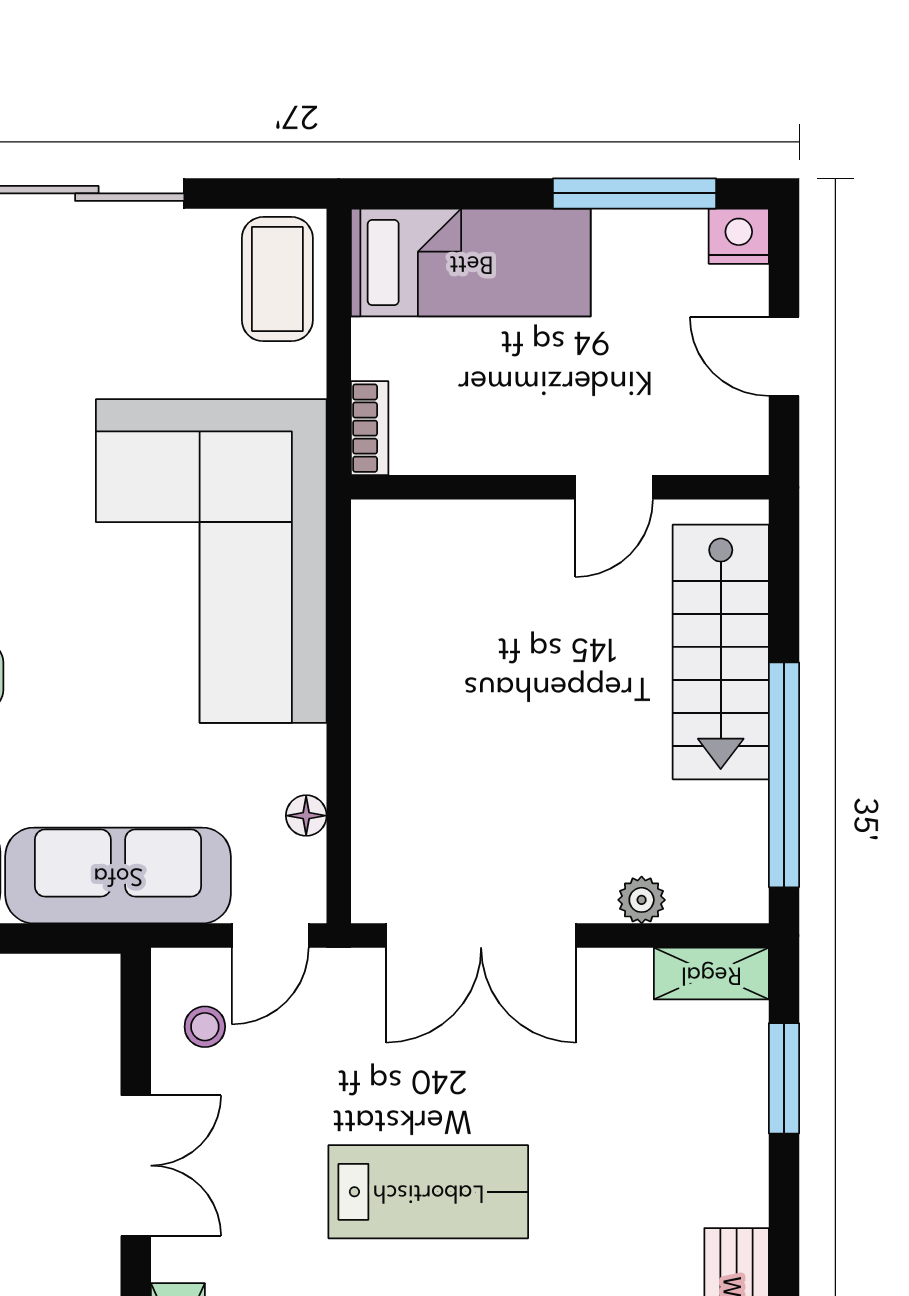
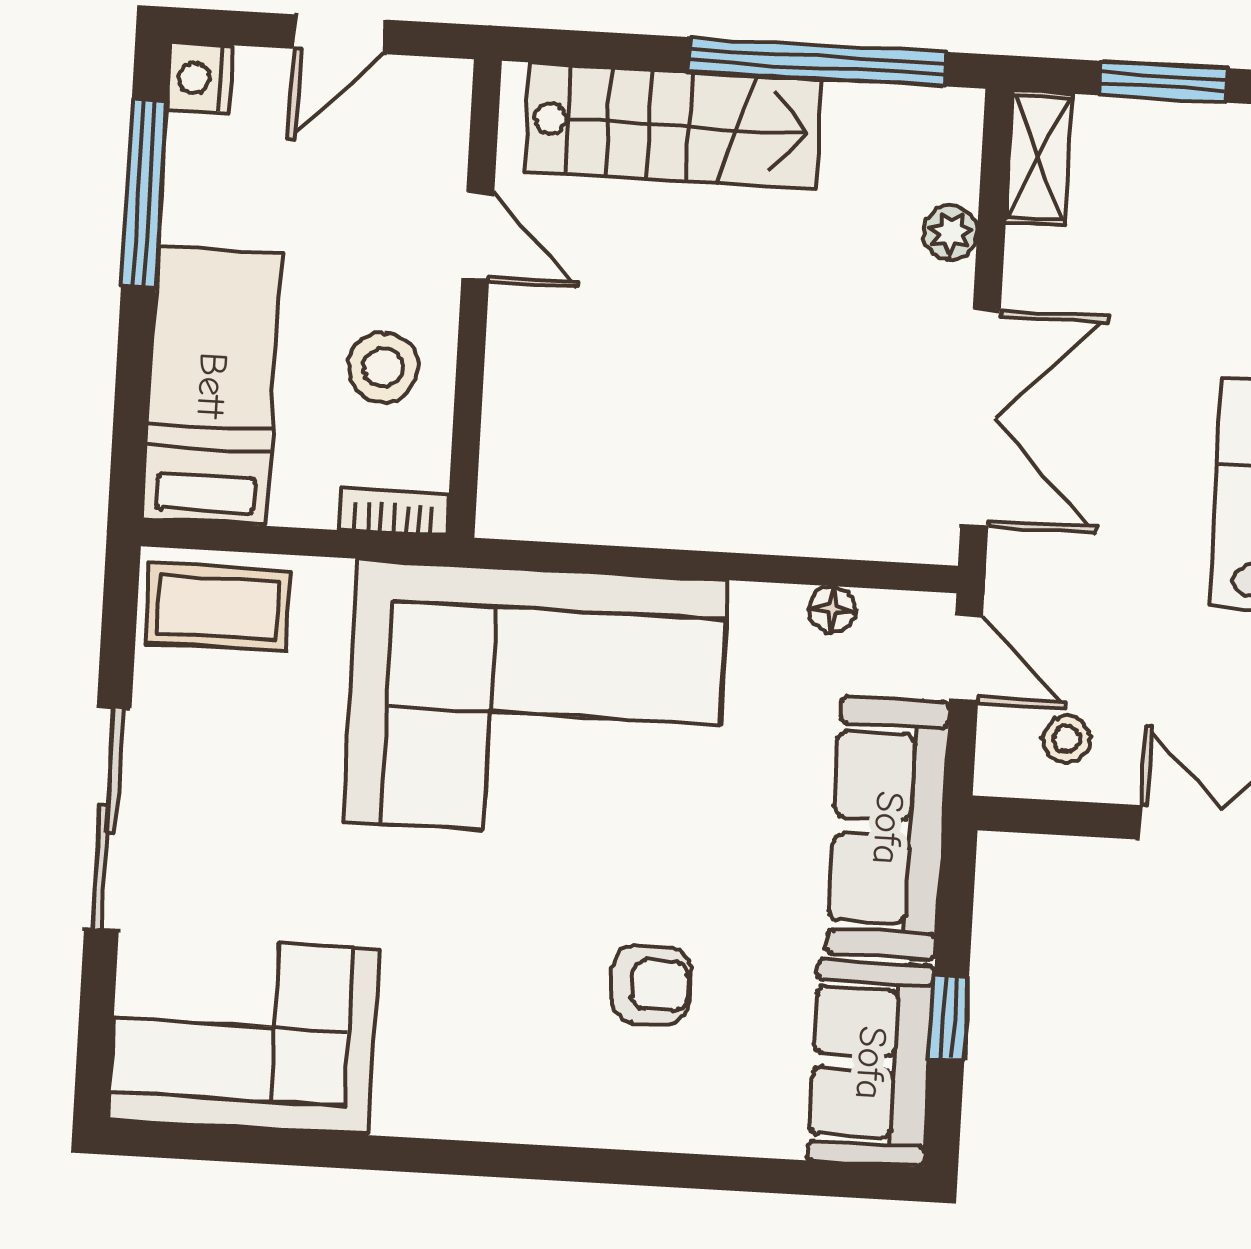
stool: (495, 411) -> (383, 367), added

